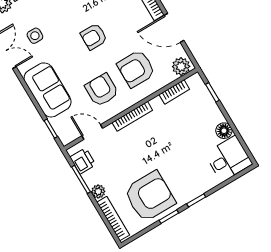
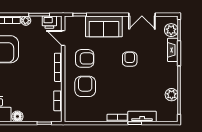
door: (174, 28) -> (96, 123), removed
side table: (35, 36) -> (141, 38), removed
armchair: (94, 37) -> (130, 59), moved
plant: (181, 67) -> (71, 114), removed
door: (92, 132) -> (63, 38), swing flipped

